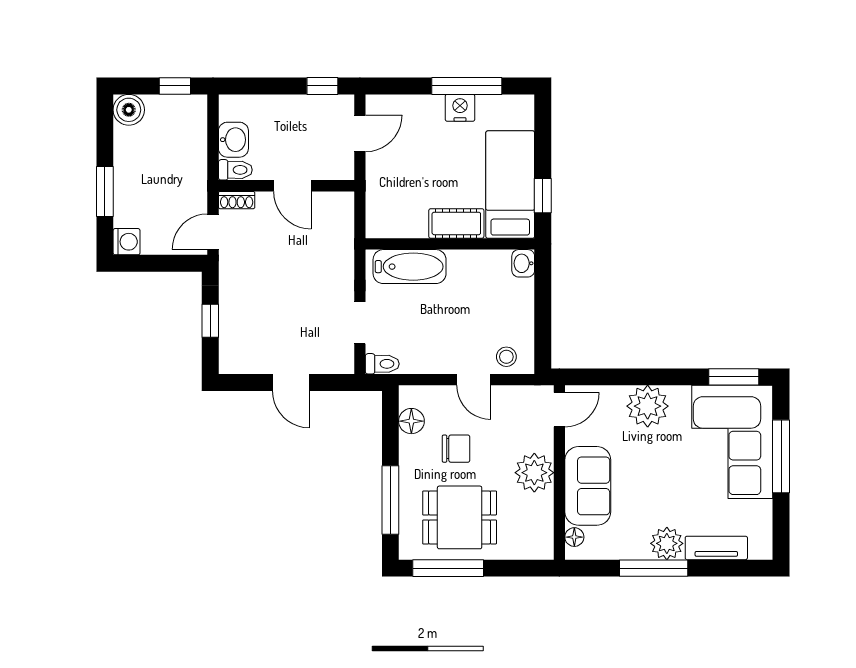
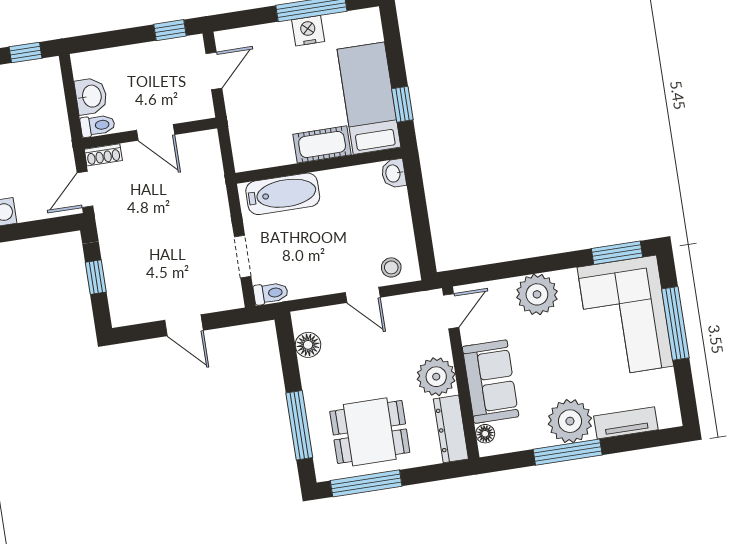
chair: (456, 449) -> (356, 365), removed
dresser: (541, 527) -> (451, 429), added
plant: (667, 543) -> (570, 421), width x1.36, depth x1.36

